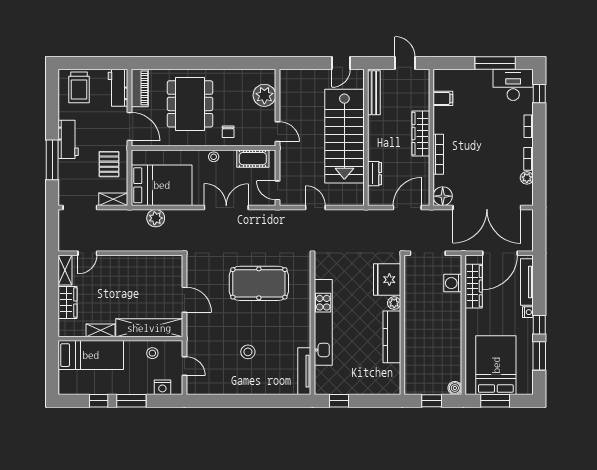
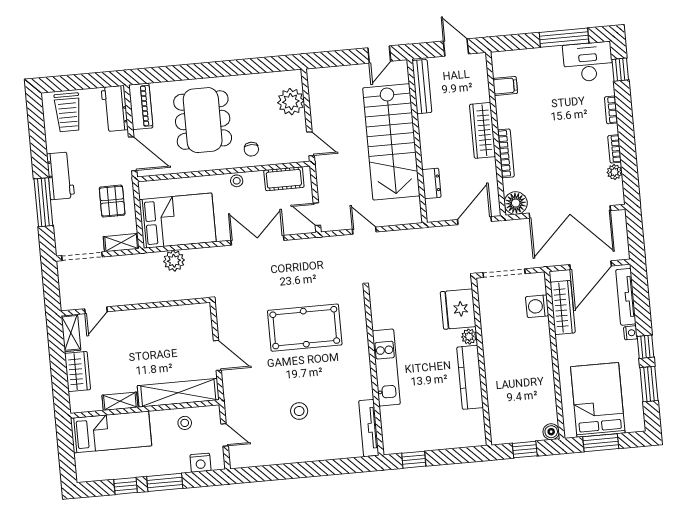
kitchen unit: (323, 322) -> (386, 368), width x0.73

